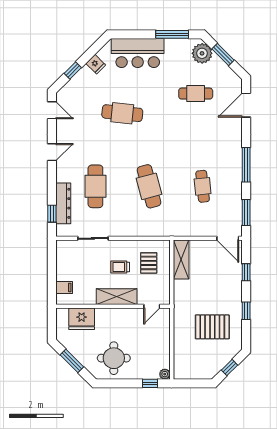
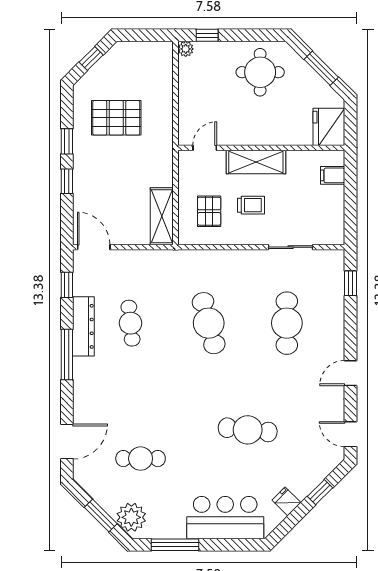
dresser: (63, 203) -> (83, 326), moved, turned 180
window: (246, 212) -> (67, 285), width x0.67
window: (246, 272) -> (67, 181), moved
fridge: (82, 319) -> (329, 127), moved, turned -90

